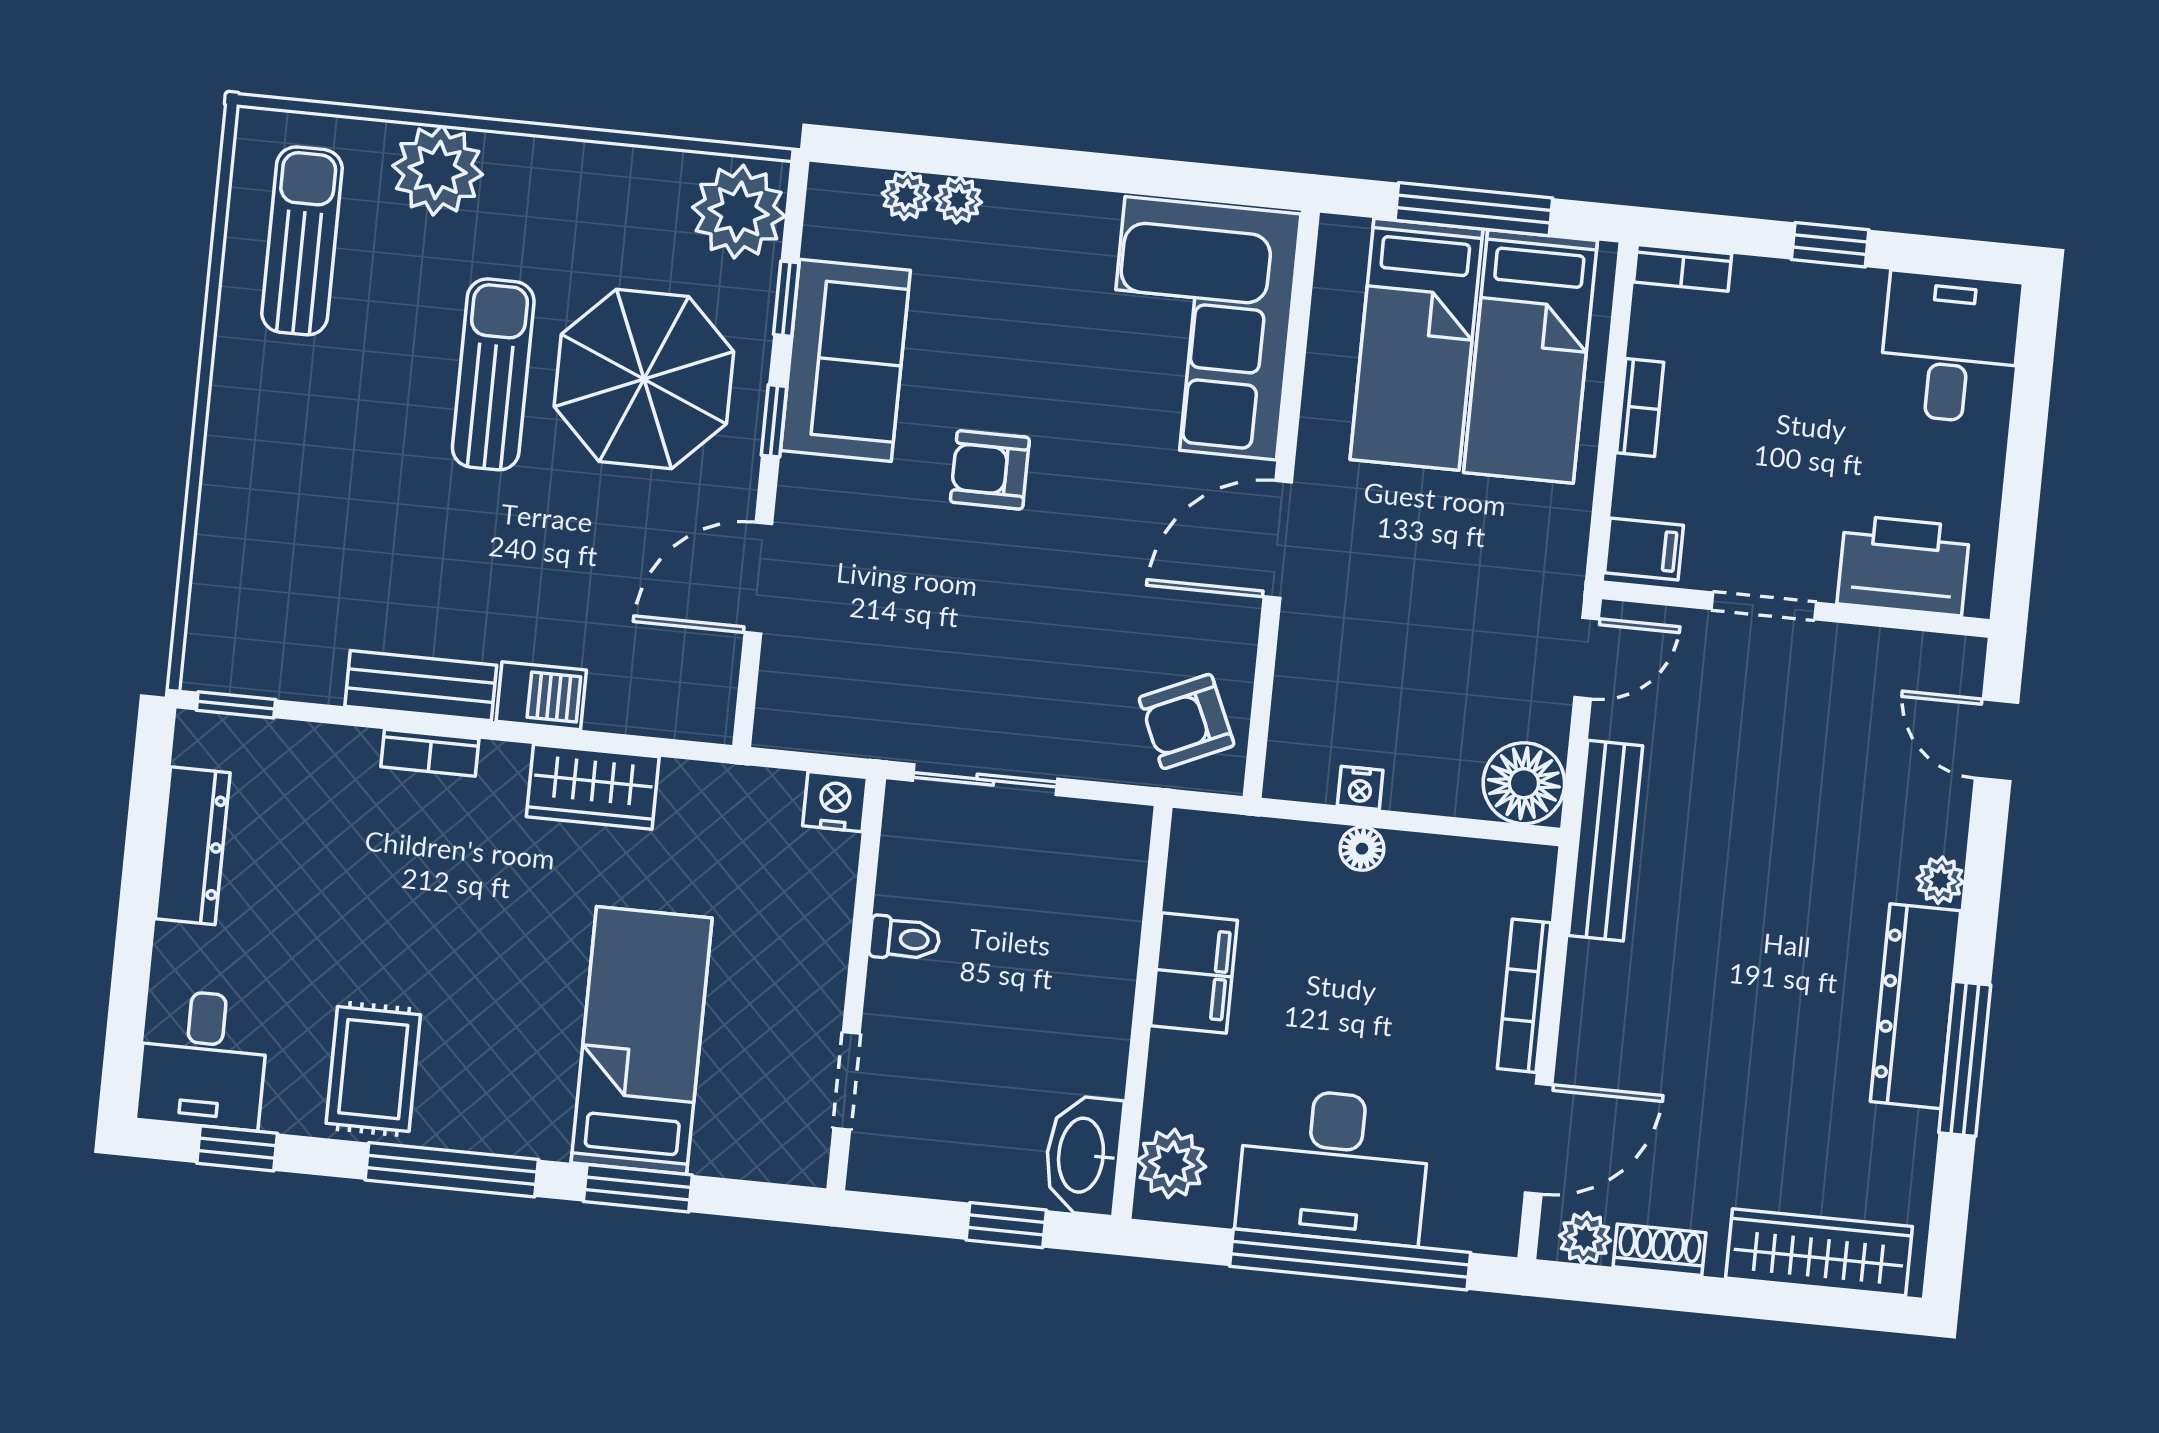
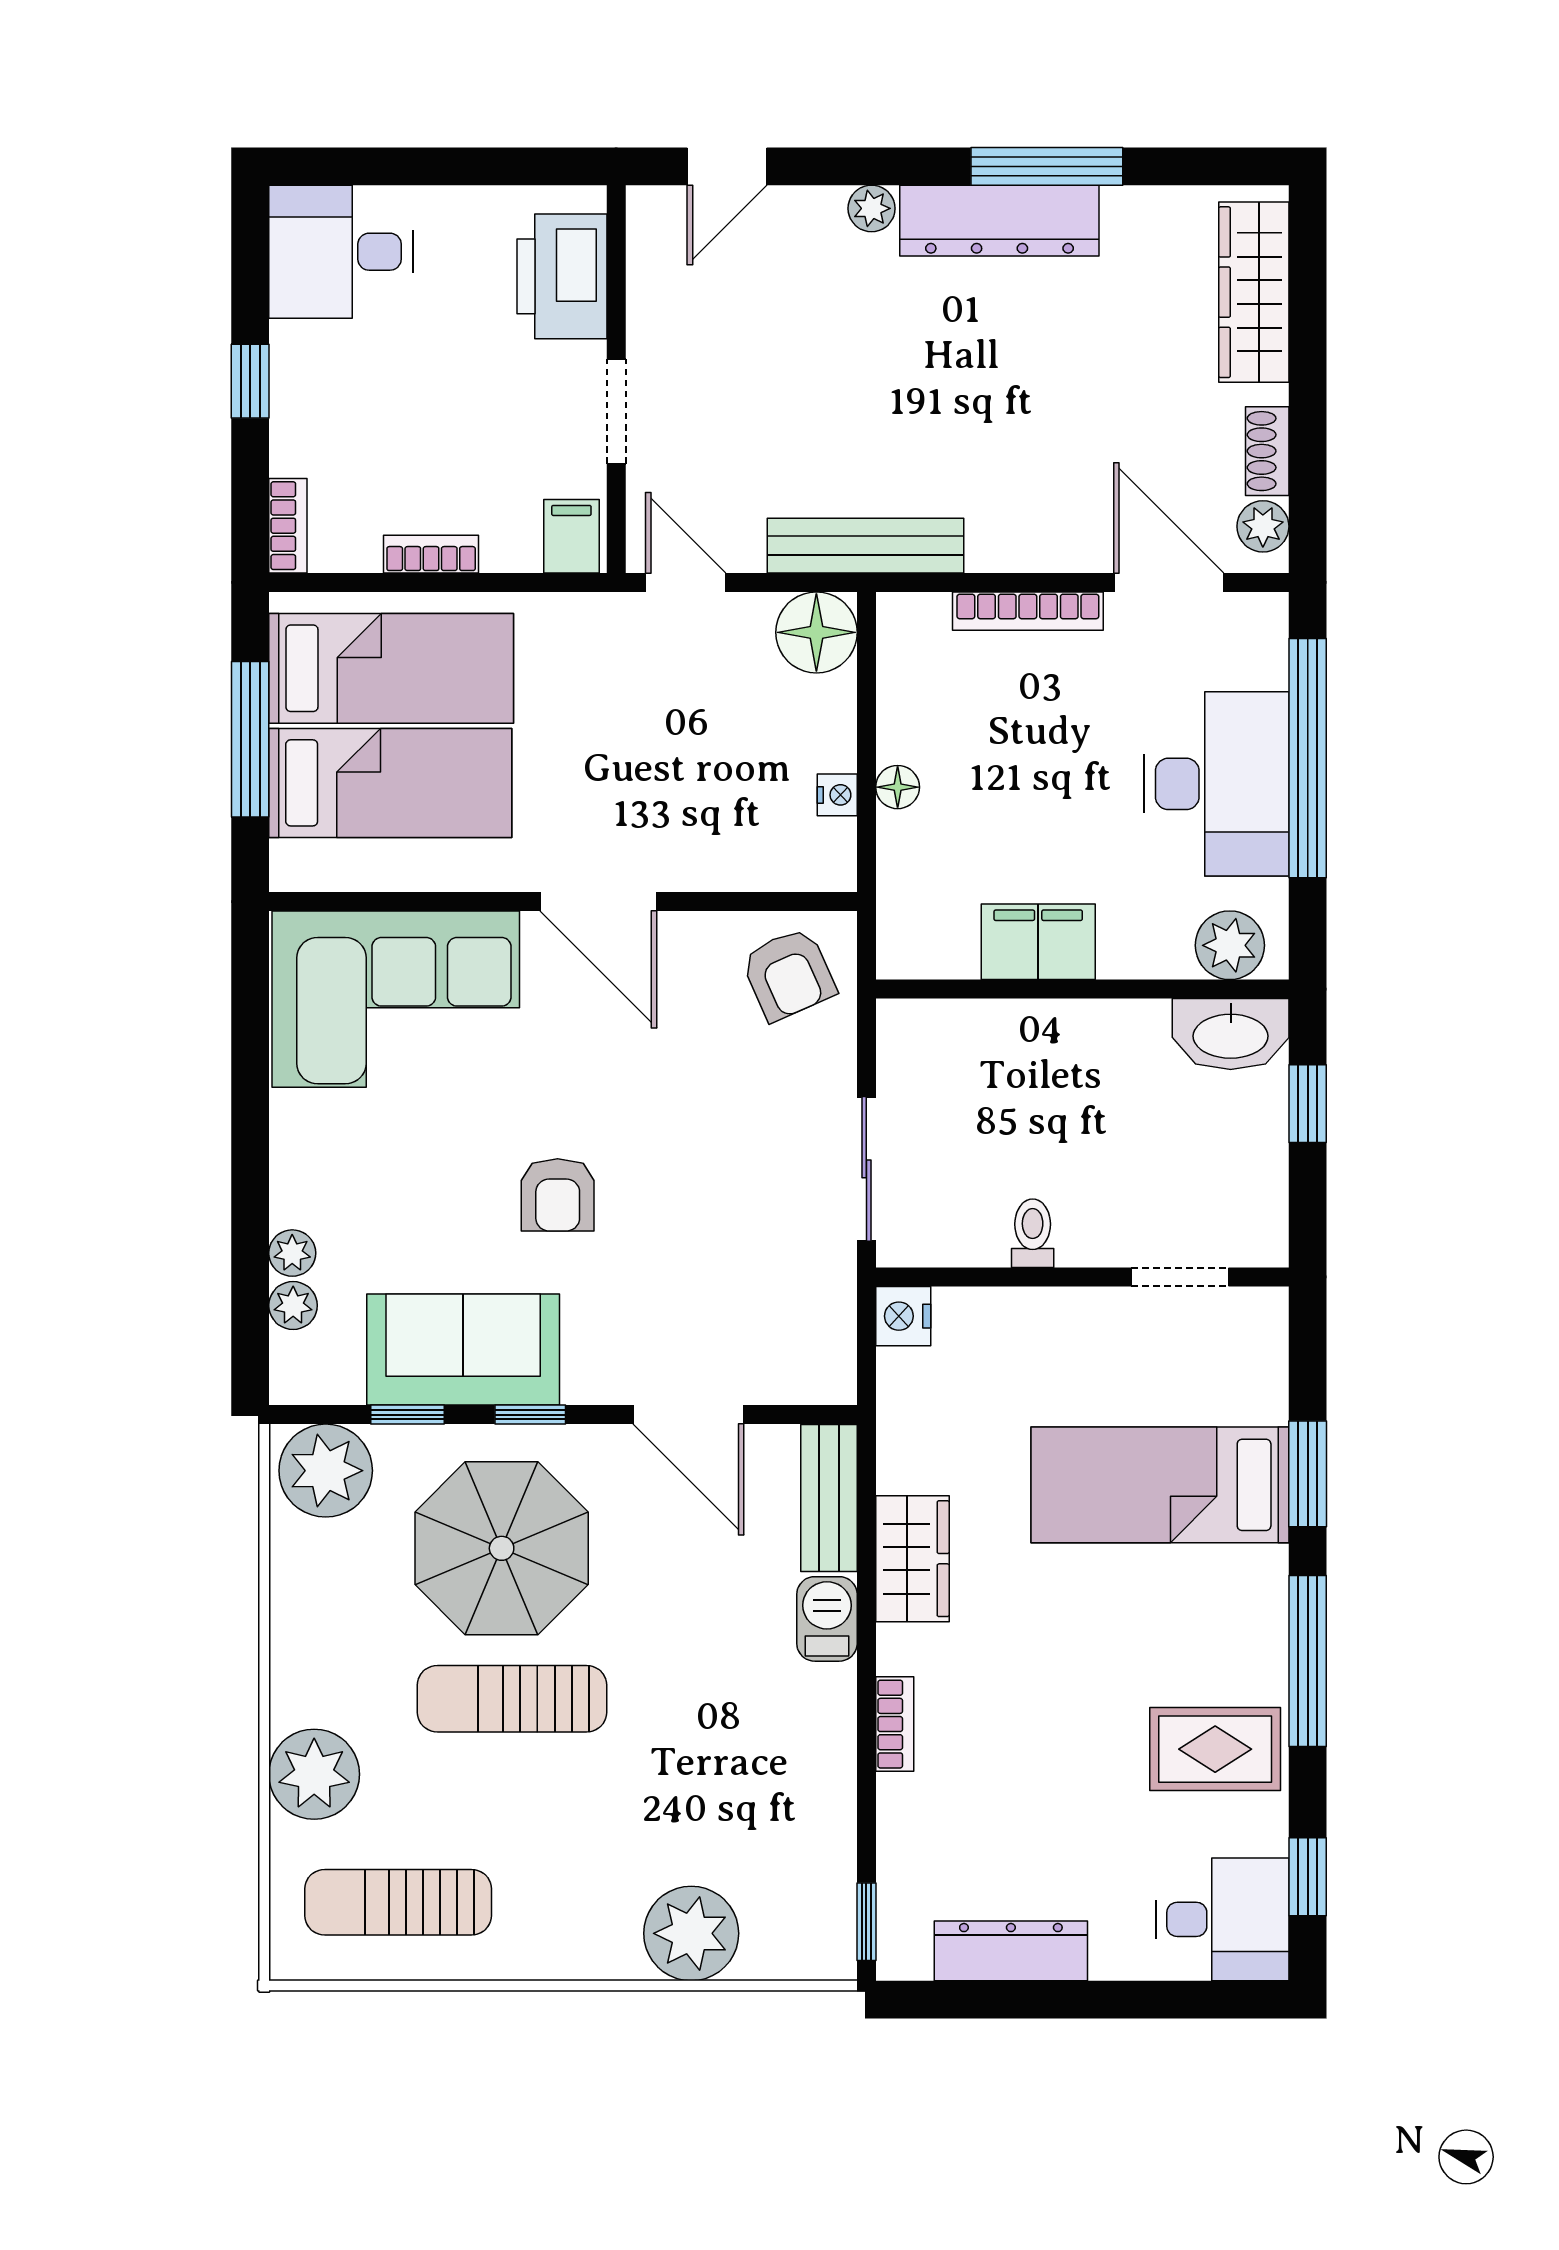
plant: (242, 529) -> (691, 1933), added
bench: (421, 686) -> (829, 1498), moved

